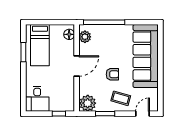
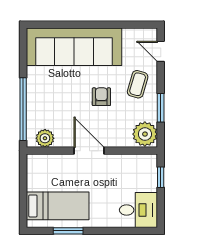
floor lamp: (69, 34) -> (41, 162), removed

